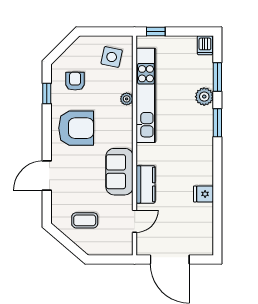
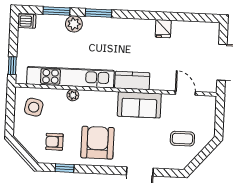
kitchen counter: (146, 184) -> (132, 80), moved
coffee table: (85, 220) -> (182, 139), turned 90

